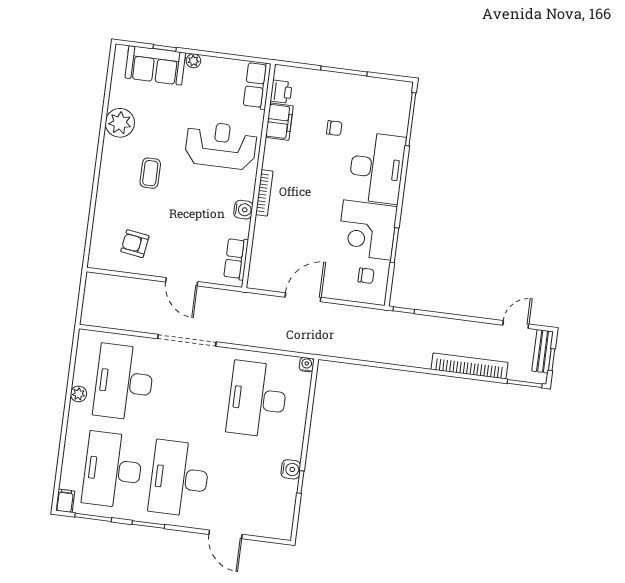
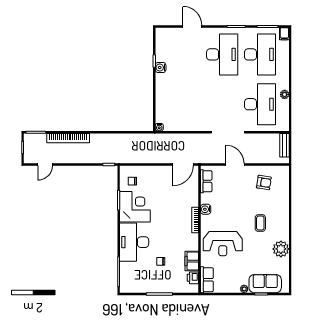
door: (303, 297) -> (183, 165), moved
bench: (543, 351) -> (284, 145), moved
desk: (257, 399) -> (184, 104), removed

